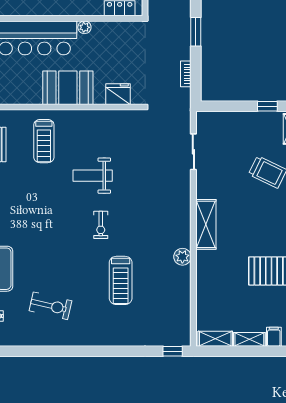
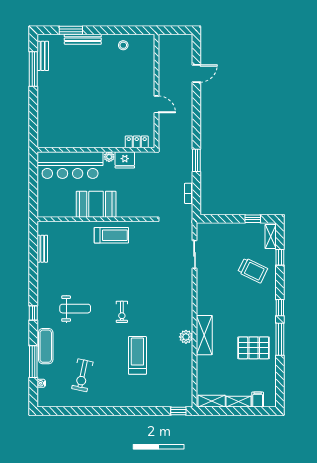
fridge: (118, 94) -> (125, 160), moved, turned 180
treadmill: (44, 141) -> (111, 235), moved, turned -90
weight bench: (93, 176) -> (75, 309), moved, turned 180
shelving: (206, 224) -> (204, 335), moved
treadmill: (121, 280) -> (137, 355), turned 180
exercise bike: (50, 306) -> (82, 375), turned 89

